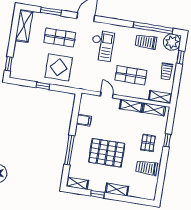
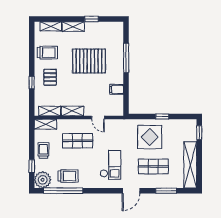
shelving: (24, 26) -> (190, 165), width x1.47
checkout: (102, 46) -> (110, 165), turned 180
shelving: (77, 183) -> (51, 26), moved

